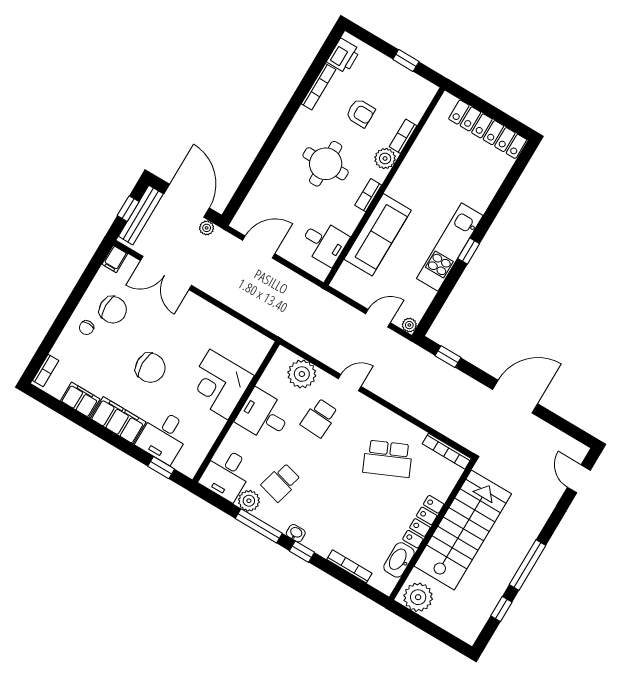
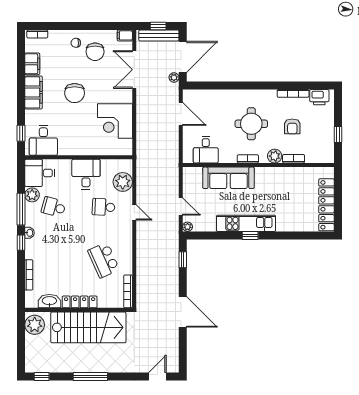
corner desk: (219, 384) -> (115, 121), moved, turned -90
desk: (164, 436) -> (43, 140), moved, turned -90
window: (501, 609) -> (42, 376), moved

